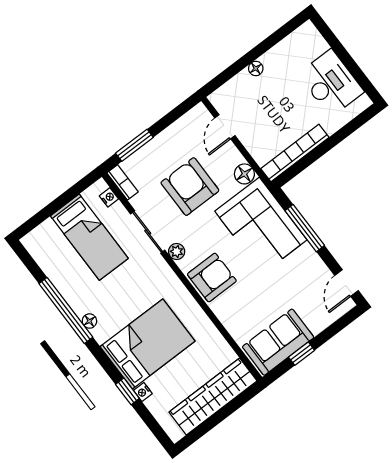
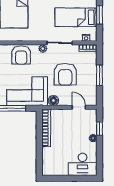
window: (234, 70) -> (99, 129), added
desk: (331, 83) -> (83, 164), moved
window: (134, 145) -> (99, 75), moved
armchair: (190, 187) -> (65, 74), turned 90
window: (58, 204) -> (99, 15), added

